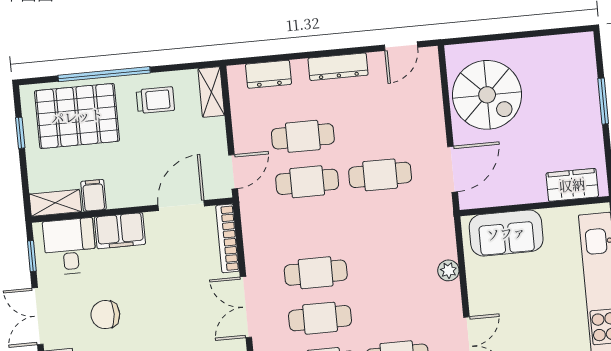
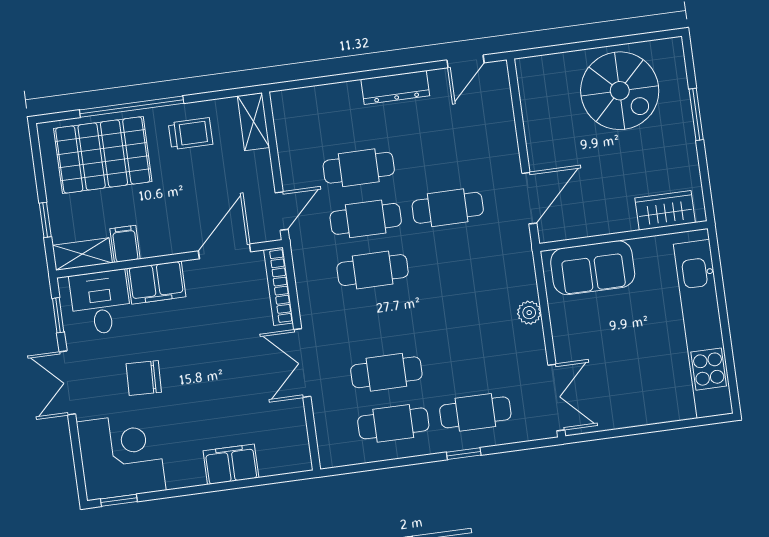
dresser: (268, 74) -> (317, 99), removed
spiral stairs: (487, 95) -> (620, 91), moved
window: (20, 133) -> (45, 220), moved
cafe table: (316, 273) -> (373, 270), moved

